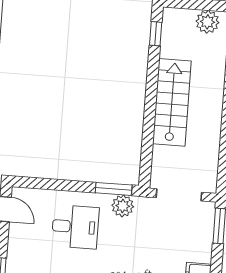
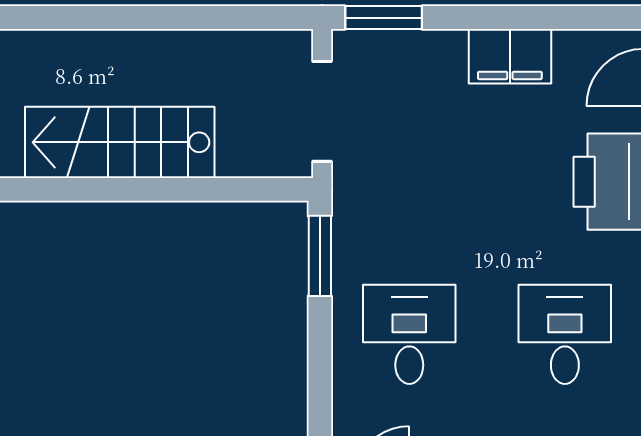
plant: (123, 206) -> (356, 233), removed

